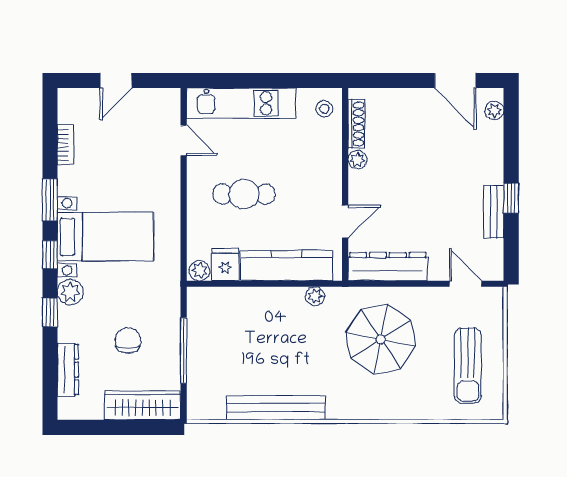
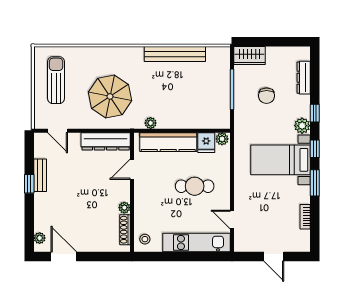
door: (116, 80) -> (274, 257), swing flipped
wardrobe: (143, 405) -> (249, 56), width x0.67

